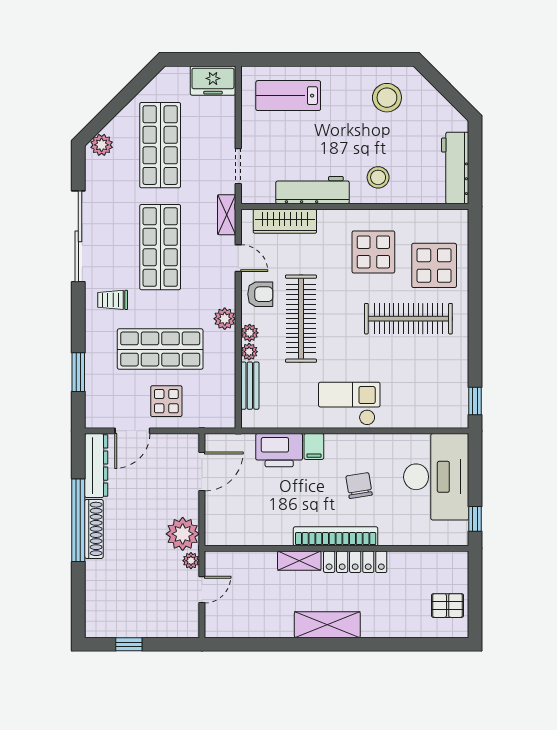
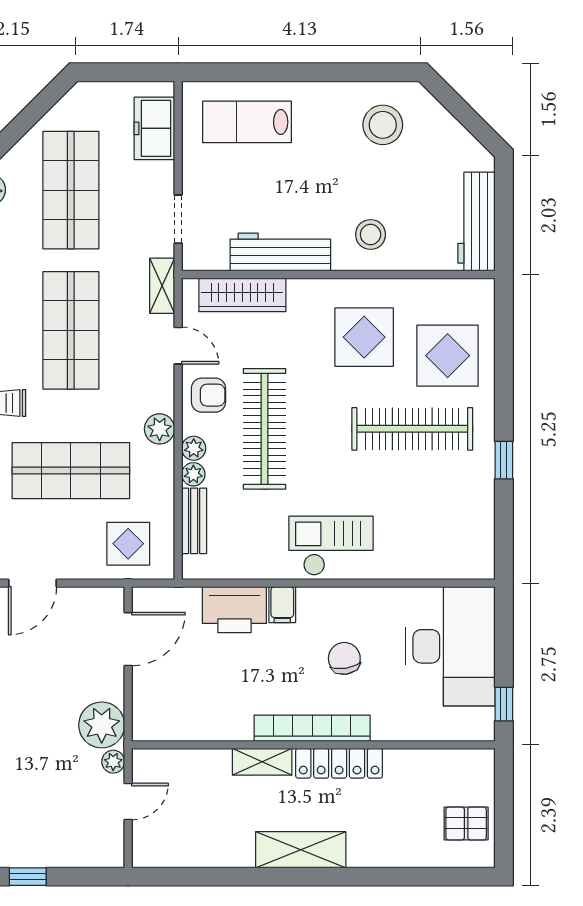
freezer: (213, 81) -> (154, 128), moved, turned 90
display table: (166, 401) -> (128, 544), moved
window: (475, 401) -> (504, 460), moved

